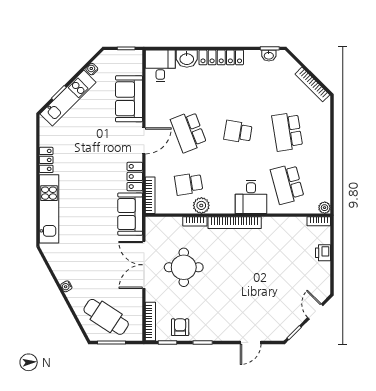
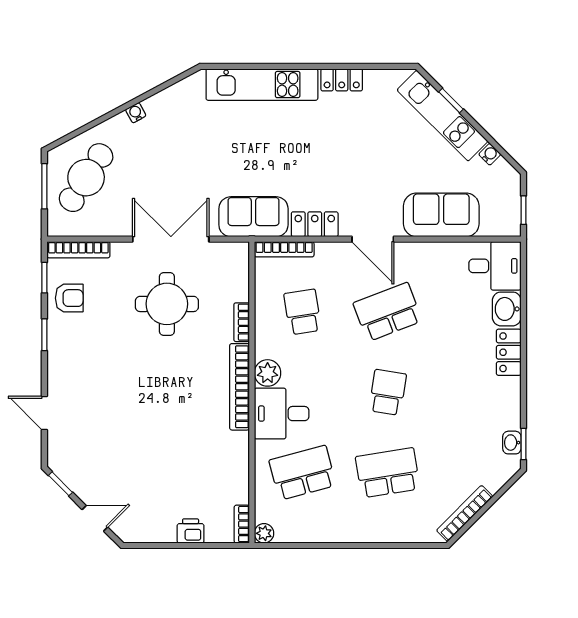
locker: (221, 57) -> (509, 352), width x0.66
plant: (201, 205) -> (268, 373), moved

